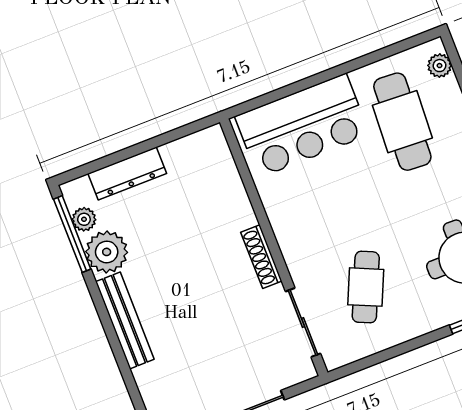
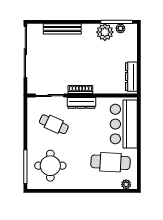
dresser: (127, 173) -> (131, 77), moved
dresser: (291, 242) -> (81, 103), added
bench: (125, 320) -> (62, 29), moved

